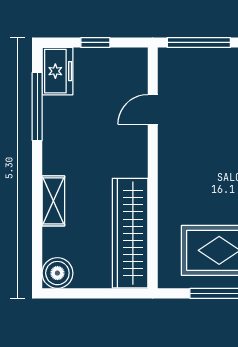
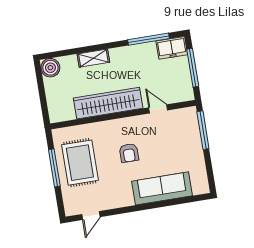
window: (95, 42) -> (193, 68), width x2.17
armchair: (216, 169) -> (129, 153), added
wardrobe: (130, 233) -> (108, 103), moved

